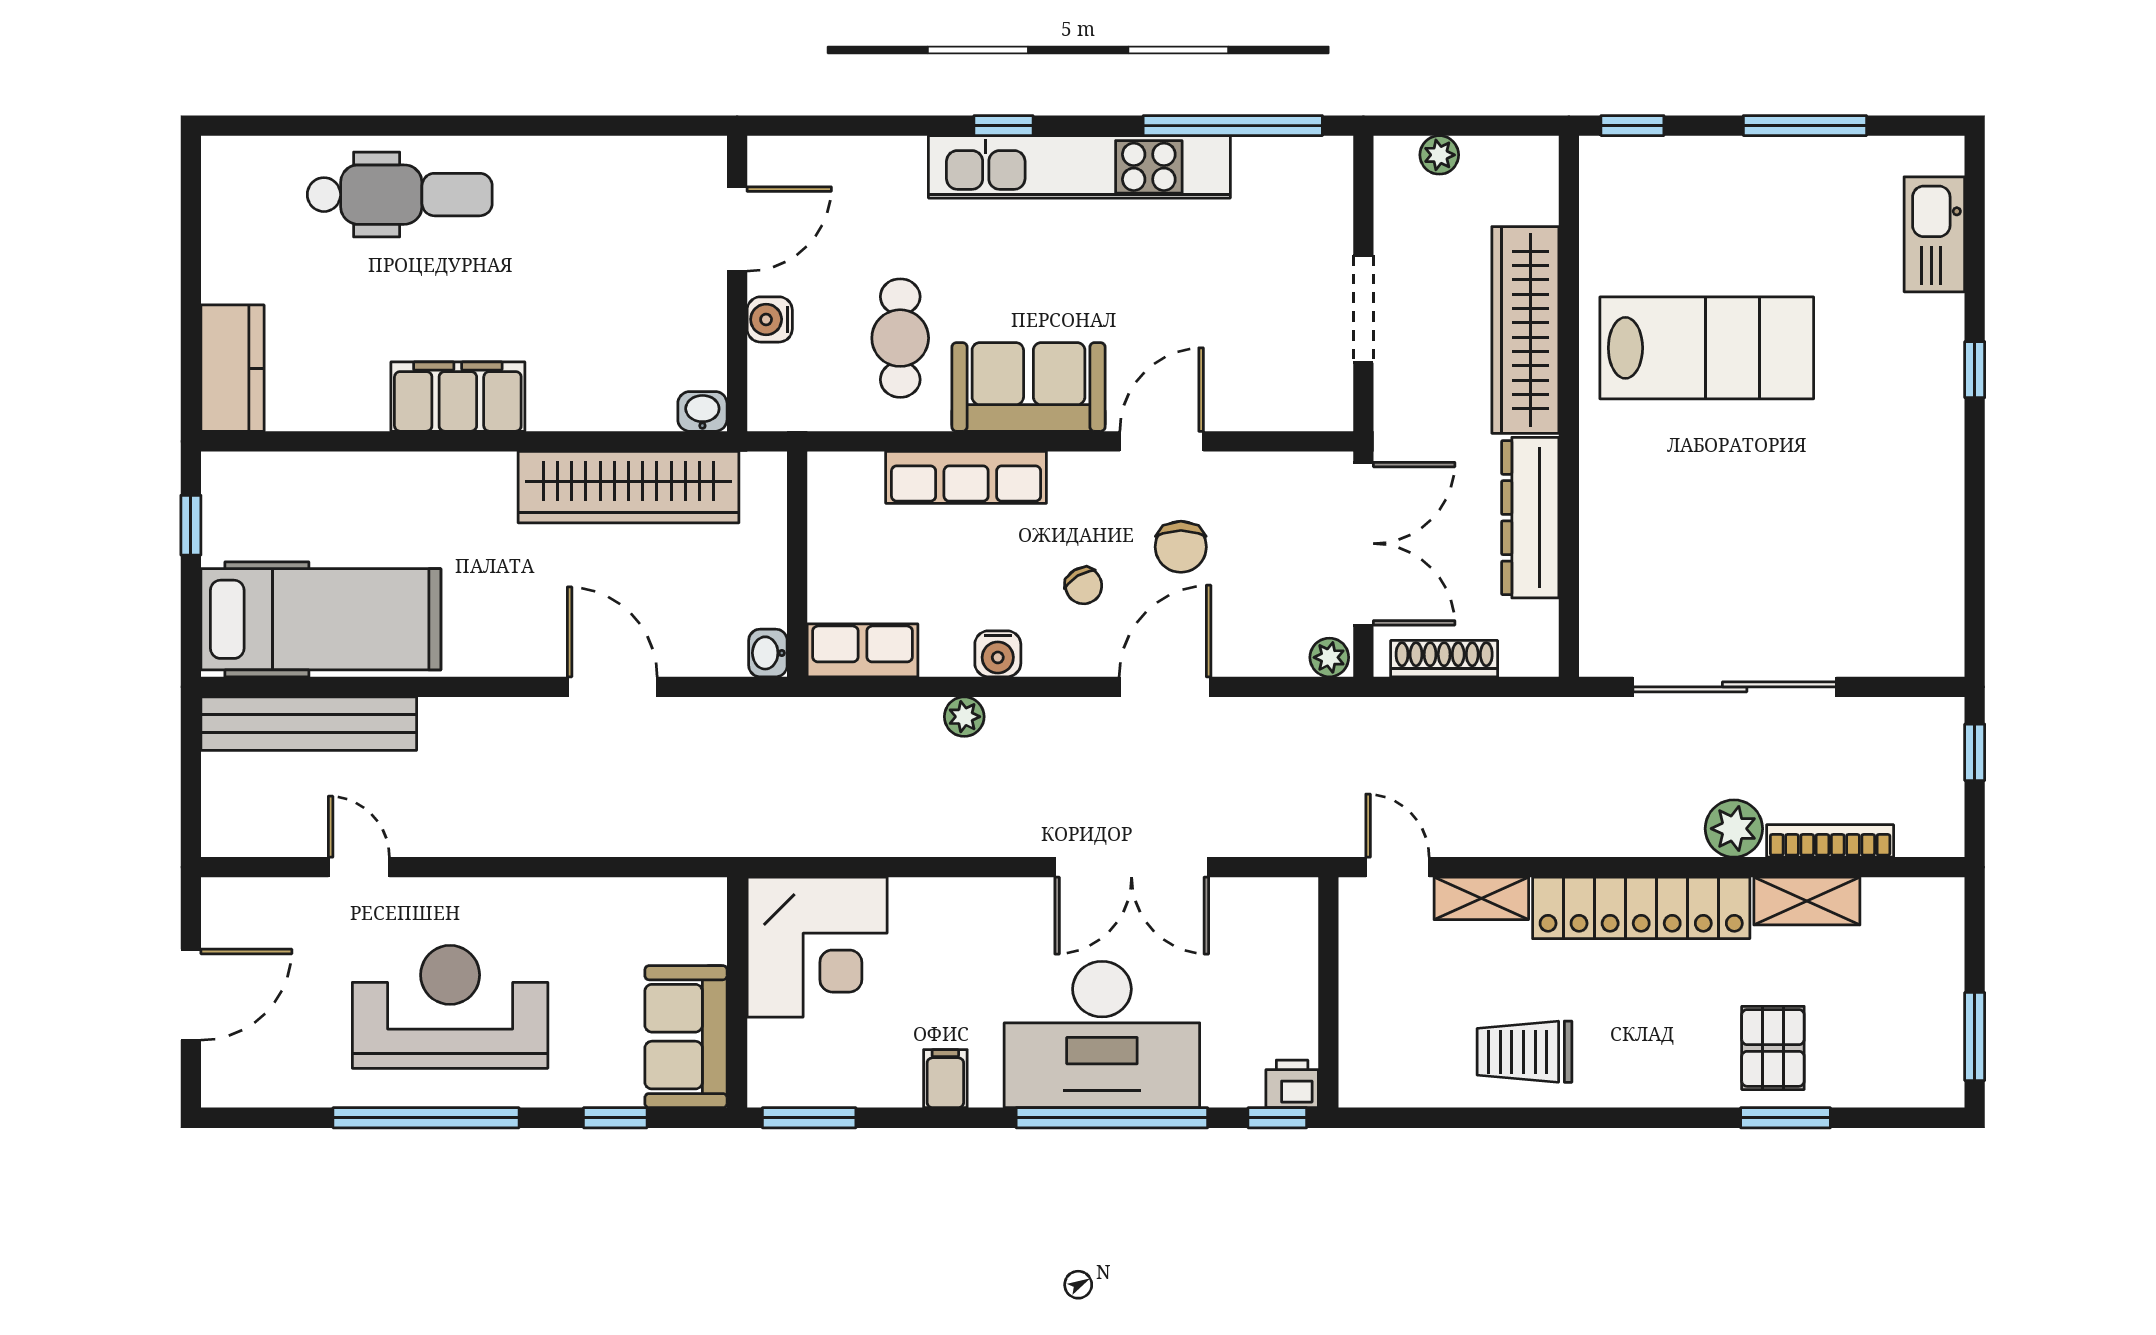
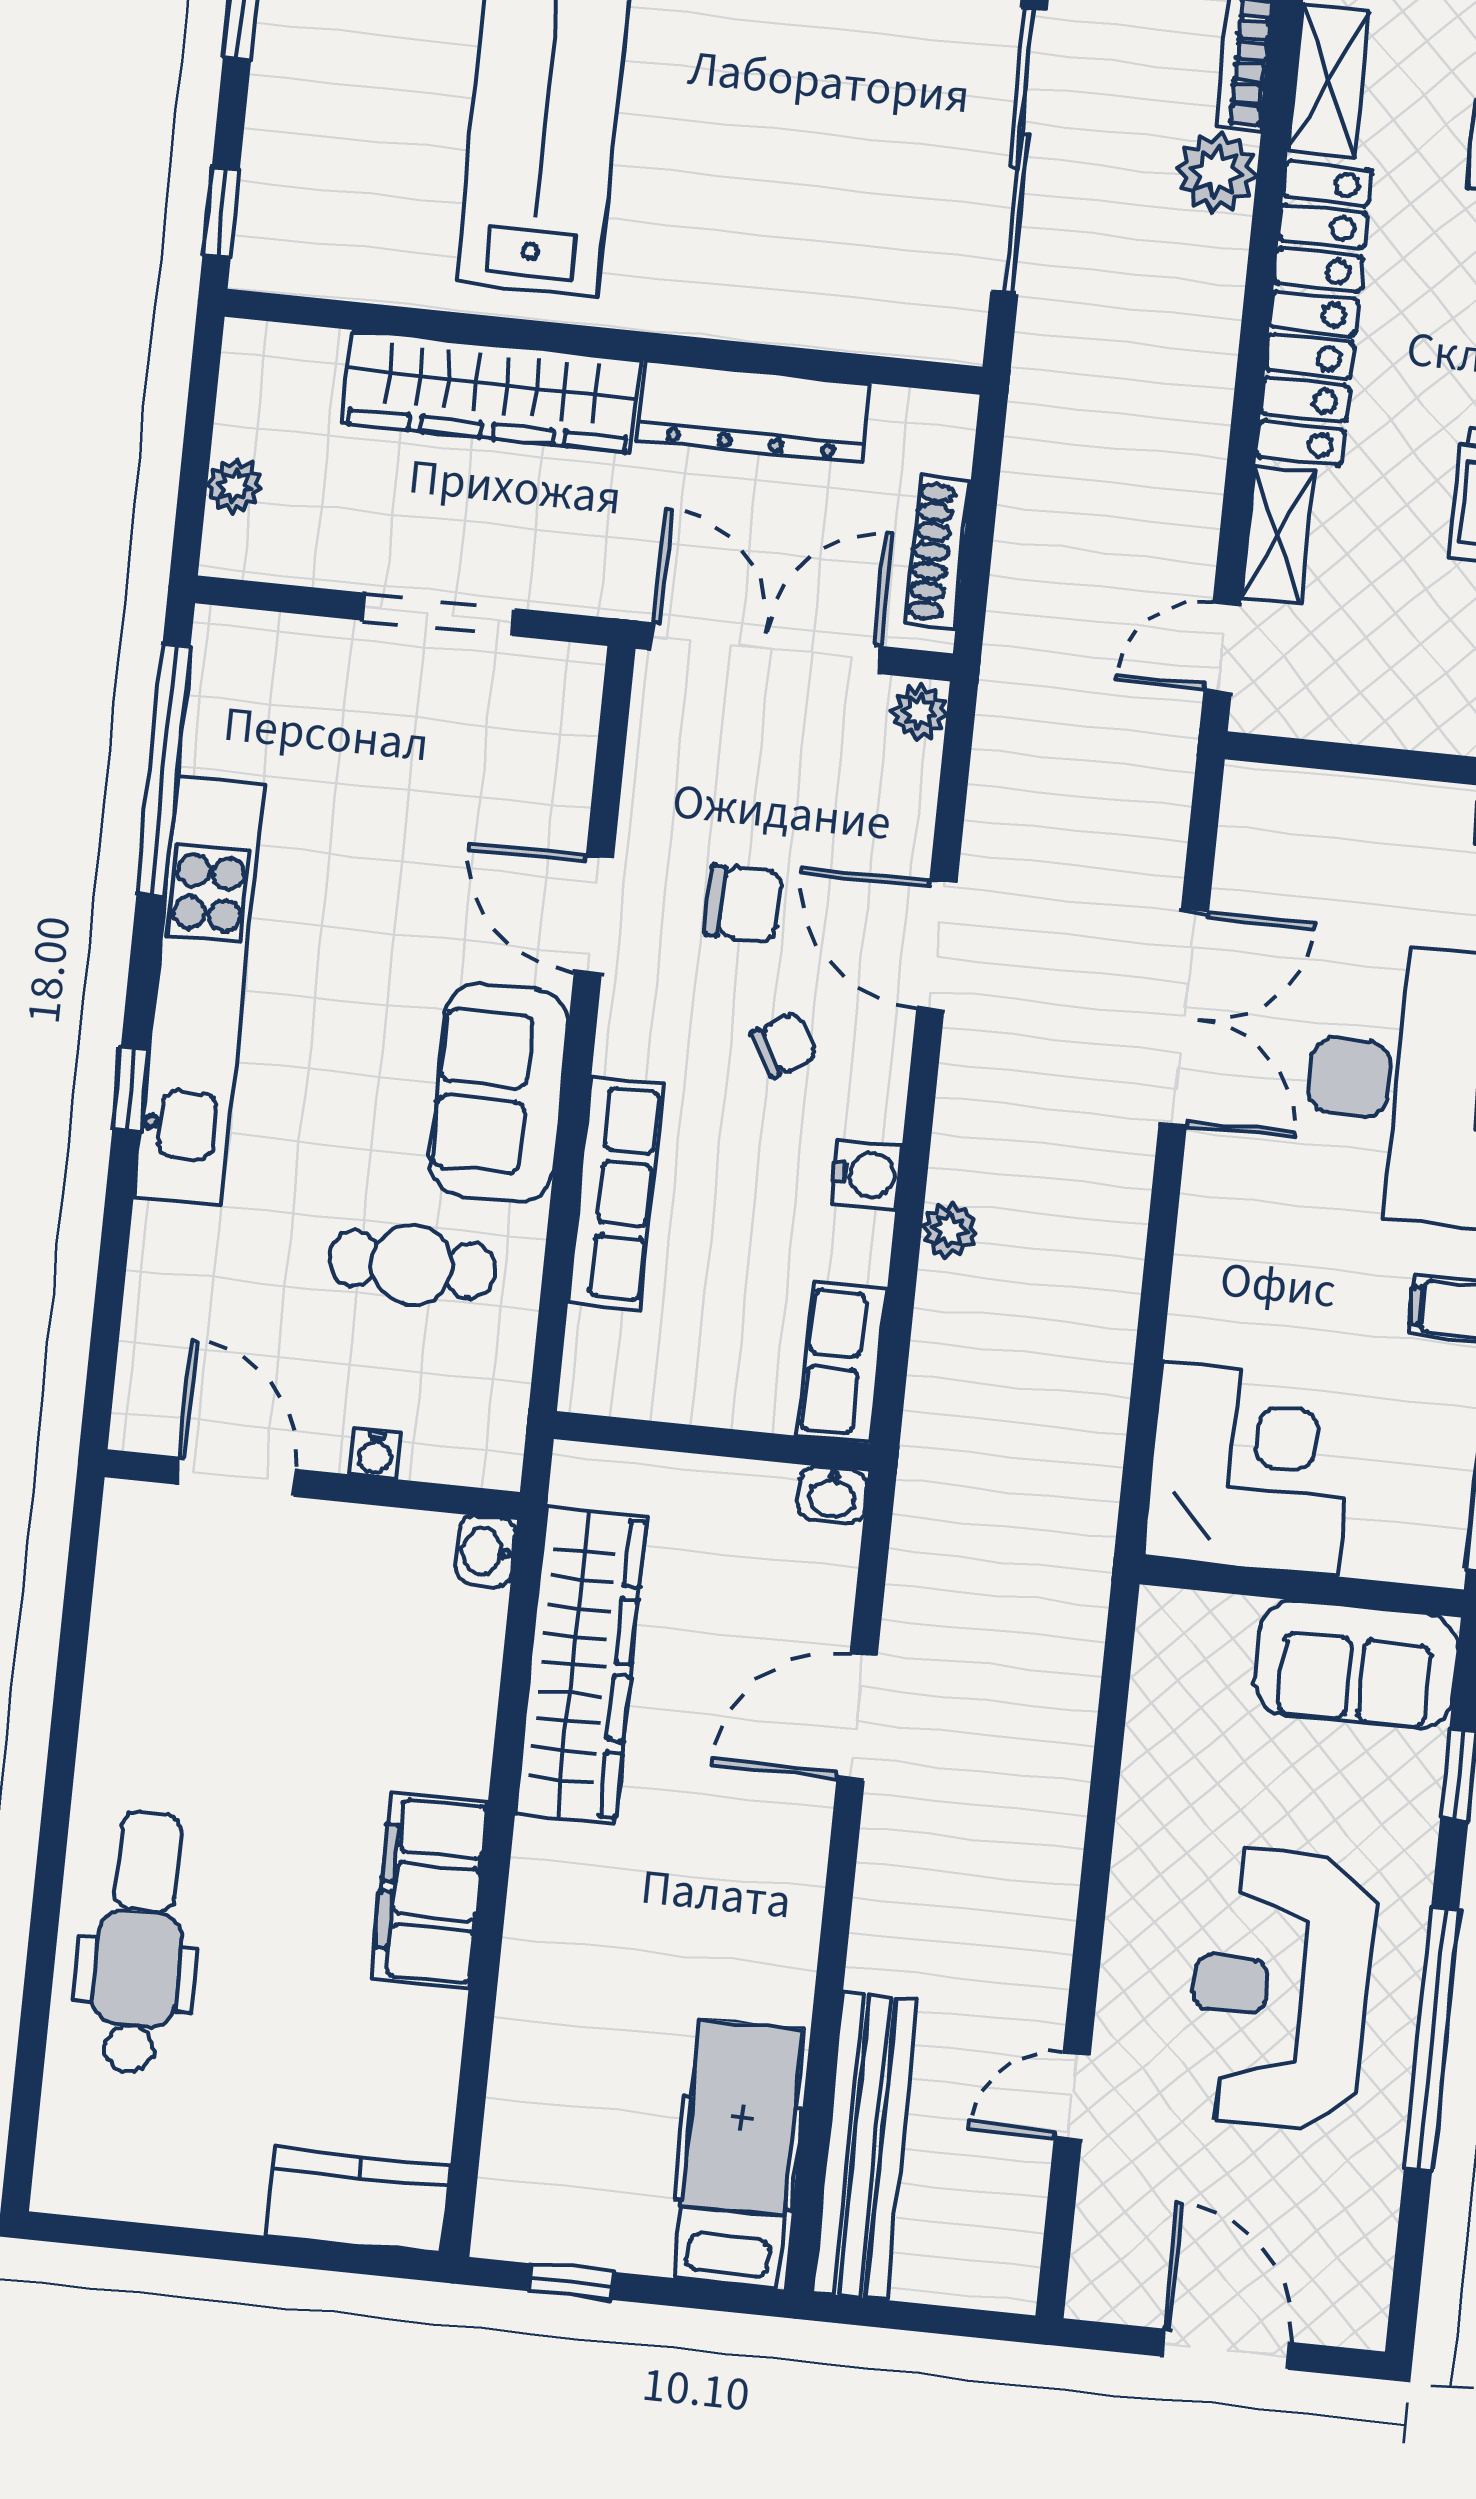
water cooler: (770, 319) -> (375, 1454), width x0.72, depth x0.72
hospital bed: (321, 619) -> (739, 2154), width x0.73, depth x0.78

